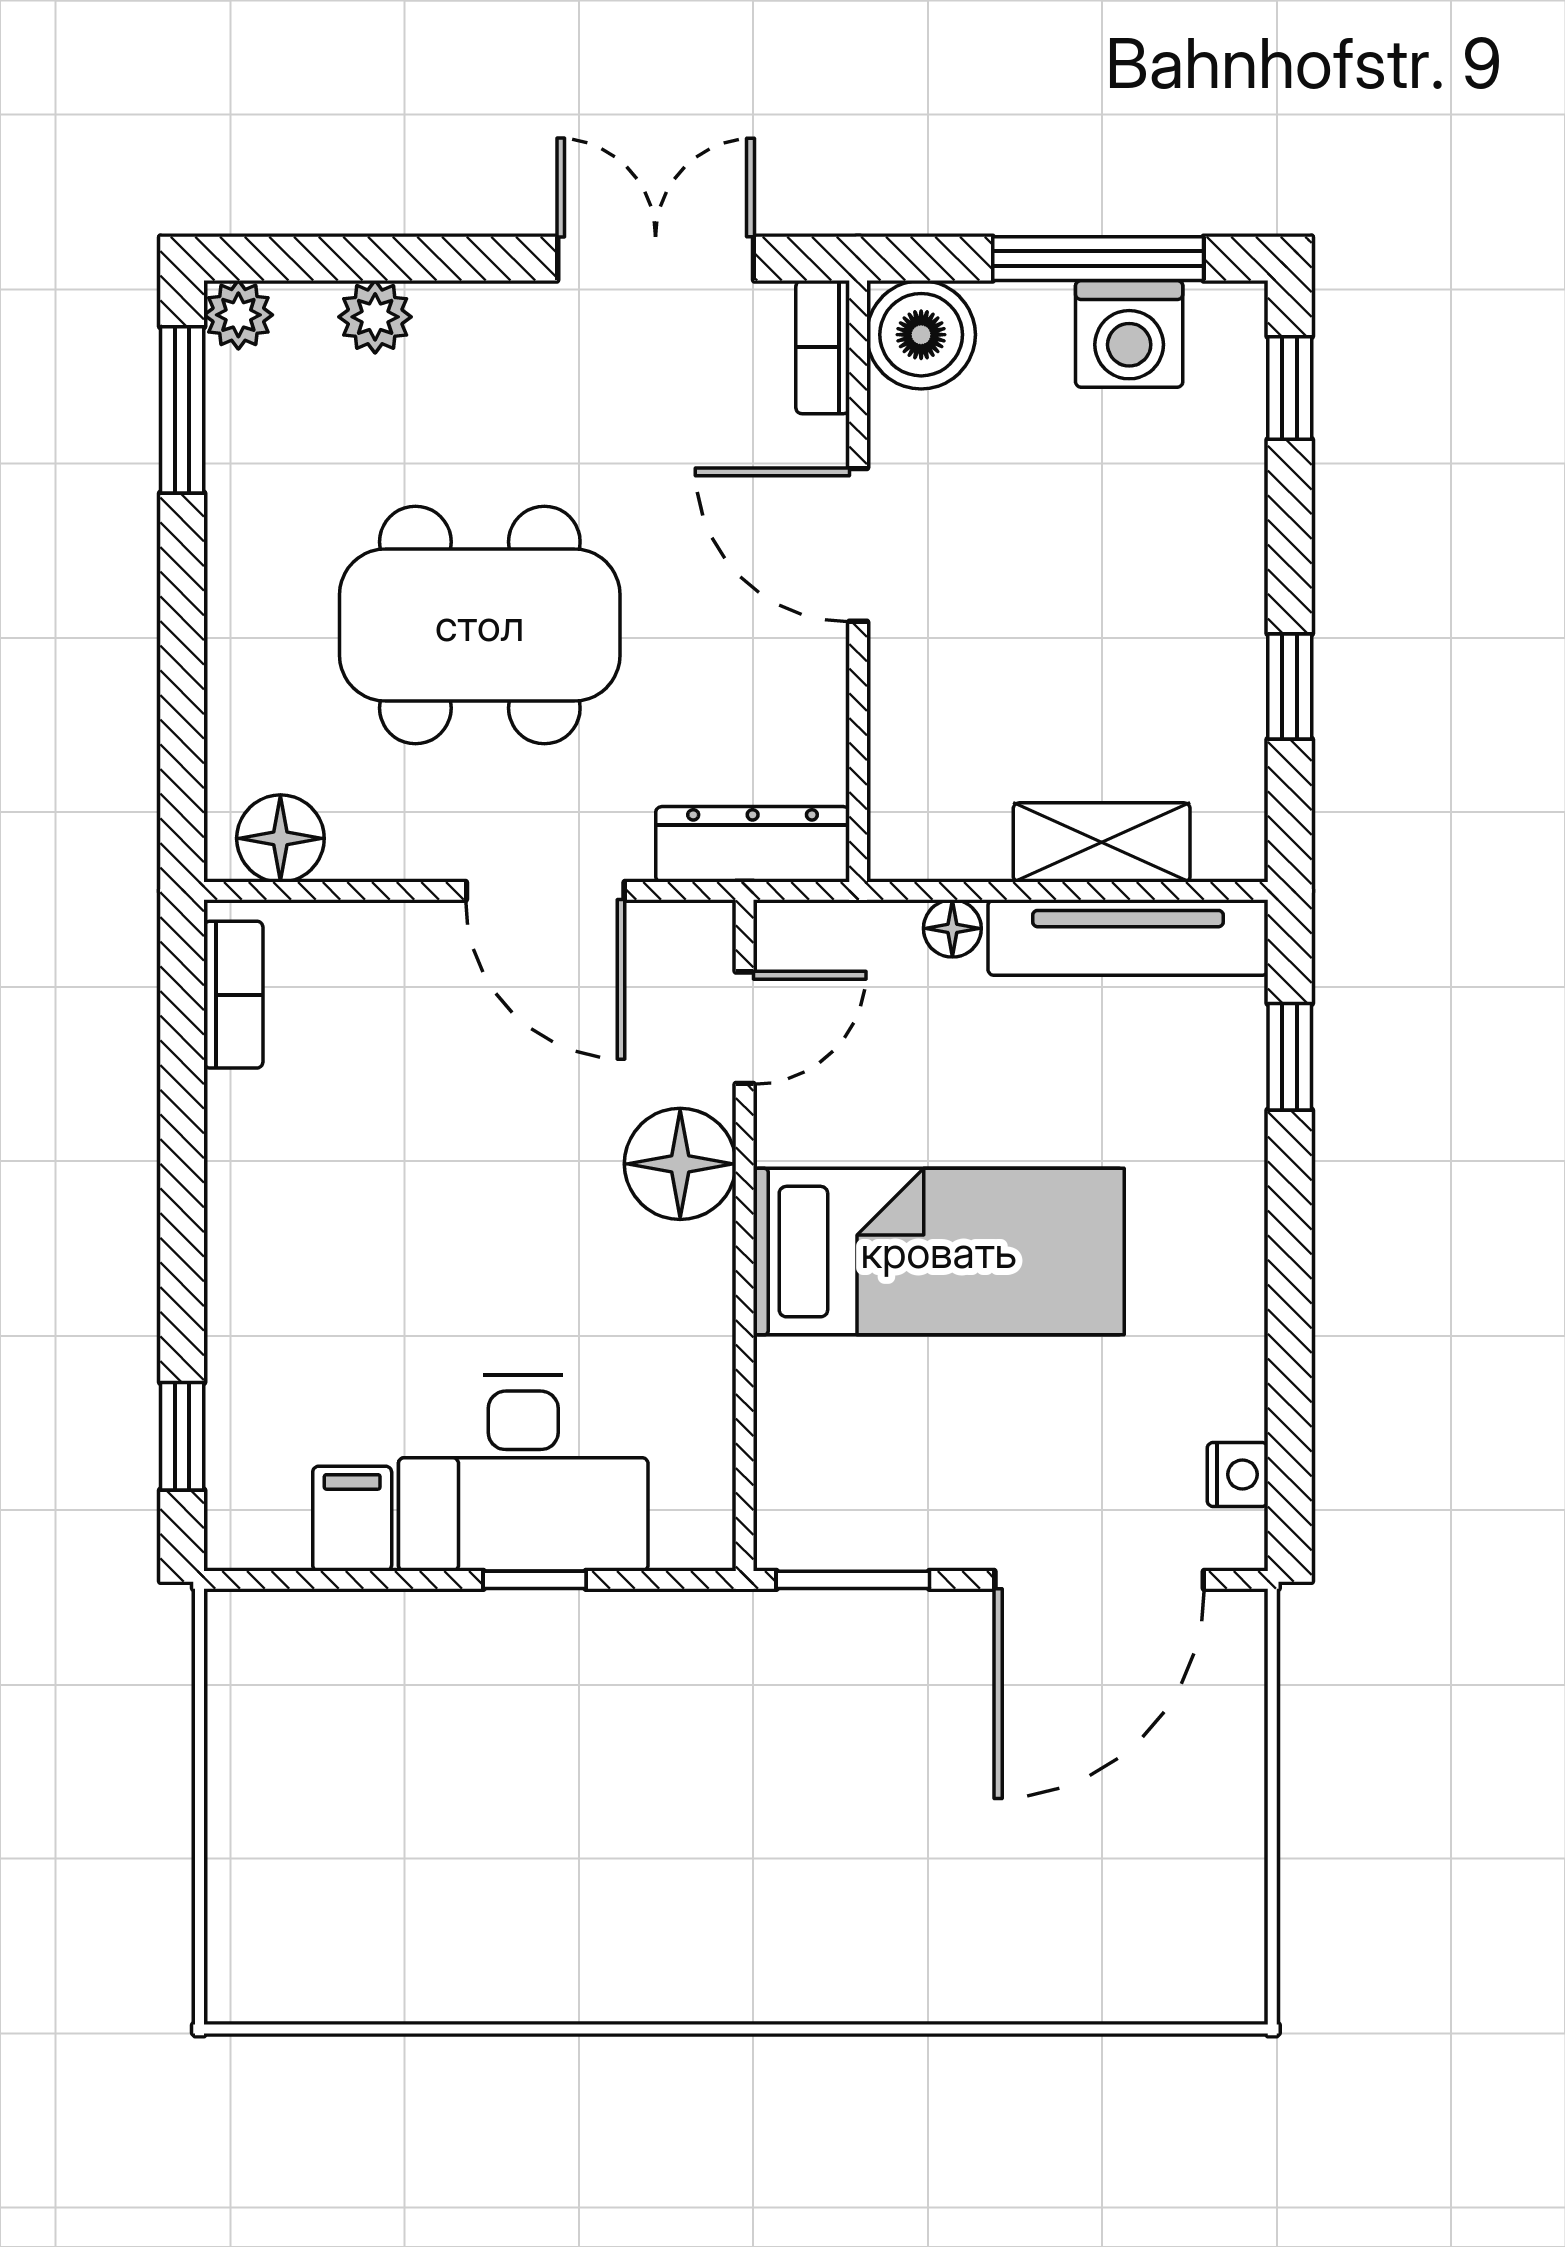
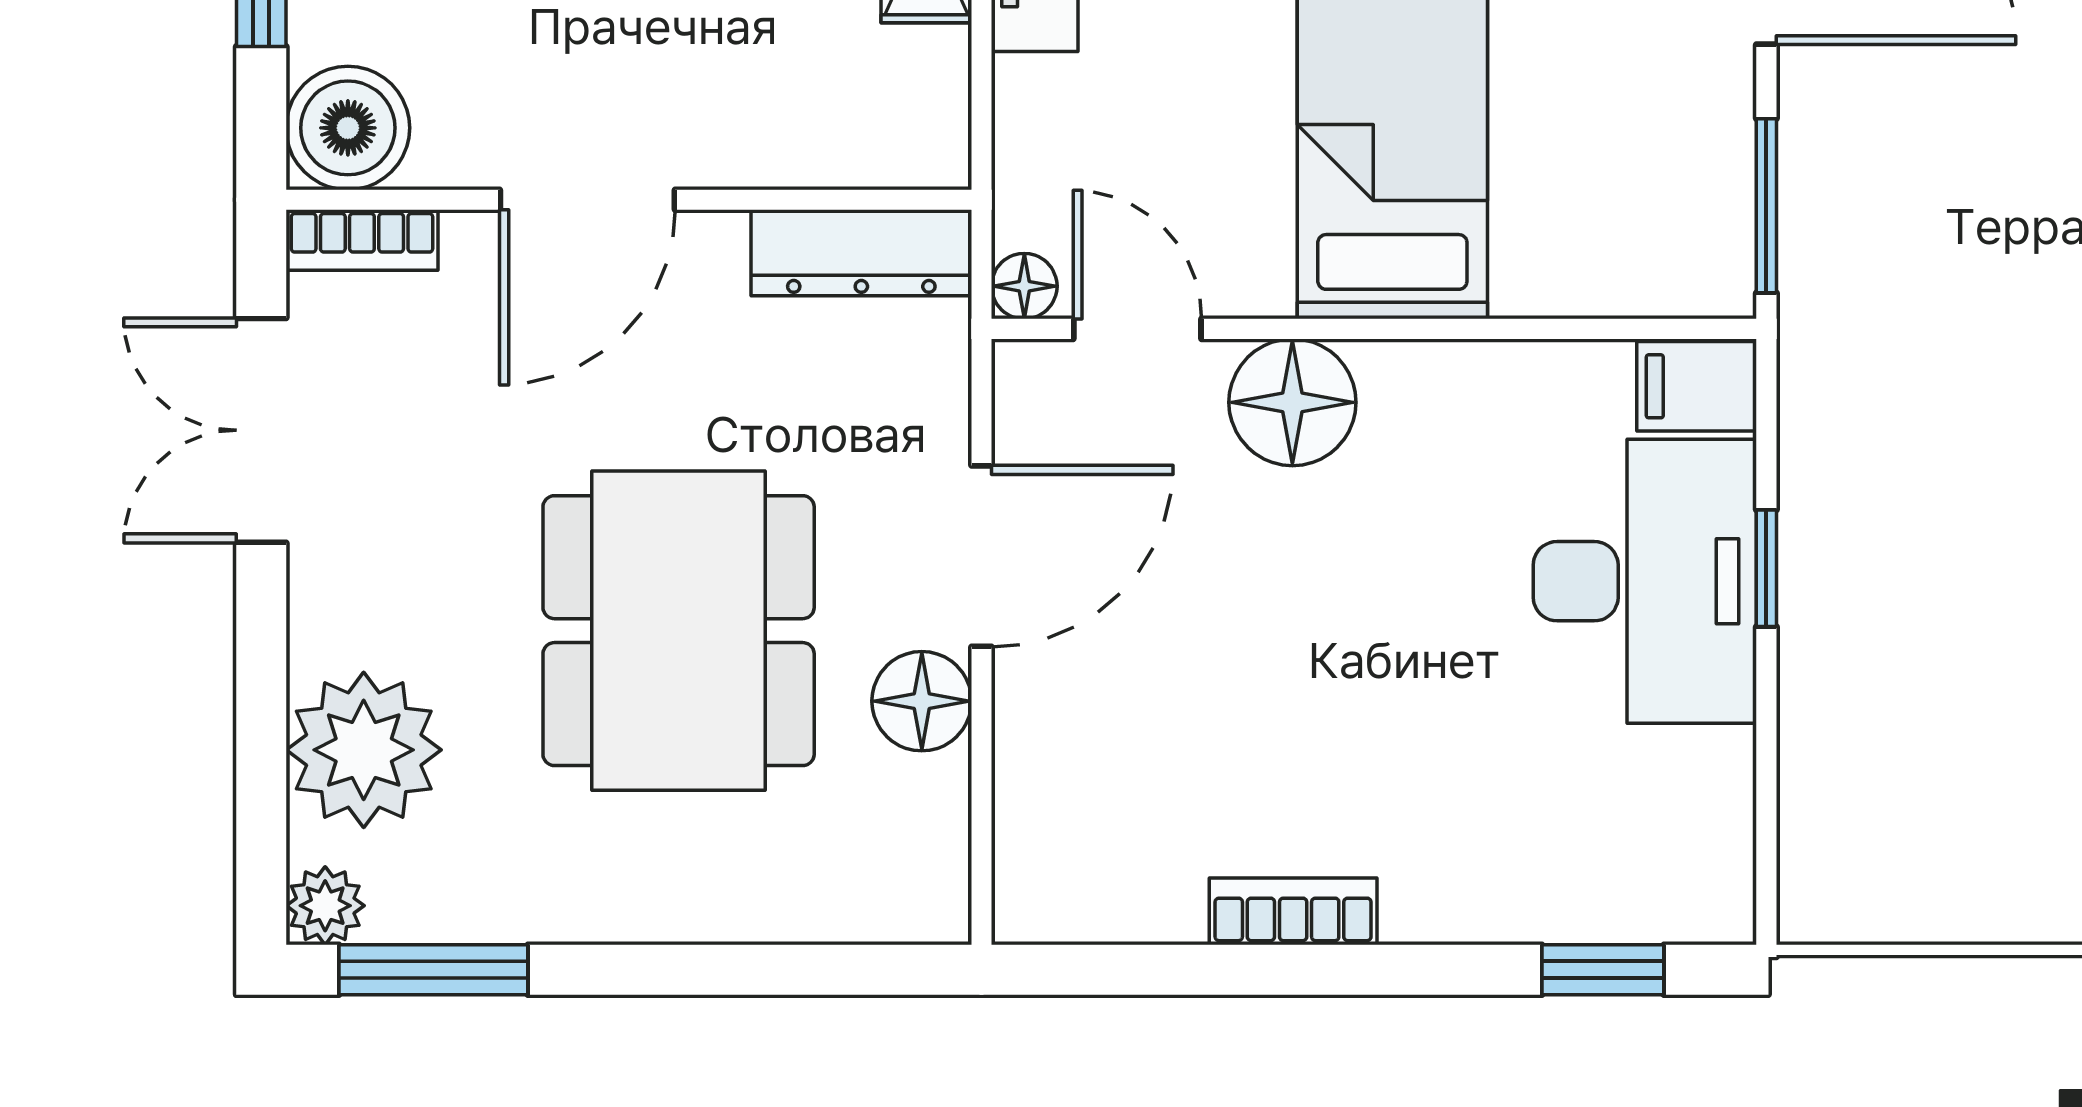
plant: (375, 317) -> (364, 750), width x1.88, depth x1.88
floor lamp: (280, 838) -> (922, 701), moved
dresser: (753, 844) -> (861, 253), moved, turned -90
floor lamp: (952, 928) -> (1024, 286), moved
bookcase: (233, 995) -> (1293, 911), moved
filing cabinet: (352, 1519) -> (1697, 386), moved

